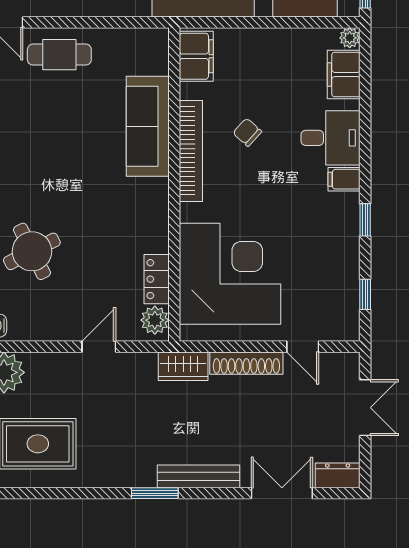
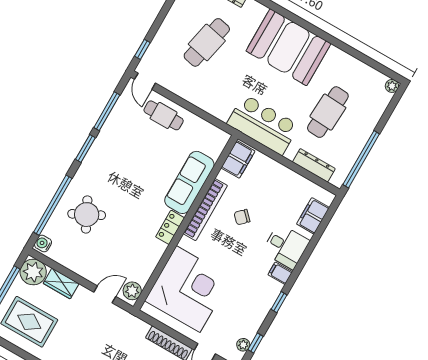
plant: (350, 38) -> (243, 345), moved
chair: (247, 132) -> (242, 217), turned -87
locker: (157, 279) -> (170, 227), moved
door: (99, 347) -> (105, 294), moved
wardrobe: (183, 366) -> (61, 283), moved

